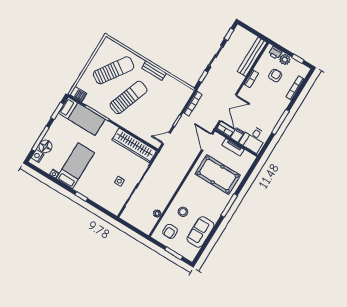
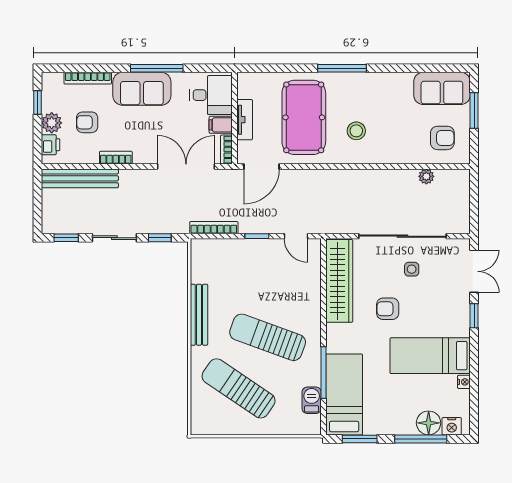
bench: (154, 71) -> (199, 315), width x1.36
barbecue: (78, 94) -> (312, 400), moved
sofa: (275, 109) -> (142, 89), added
armchair: (108, 160) -> (388, 309), added
double door: (101, 209) -> (474, 271), added
stool: (183, 212) -> (356, 131), moved
sofa: (200, 232) -> (442, 88), moved

